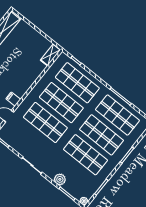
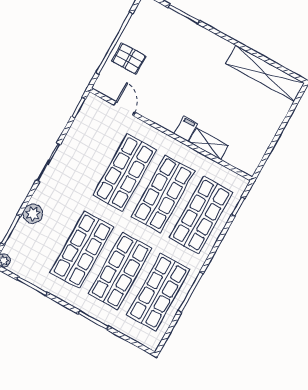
shelving: (50, 55) -> (209, 144), moved
filing cabinet: (13, 99) -> (186, 129), moved

